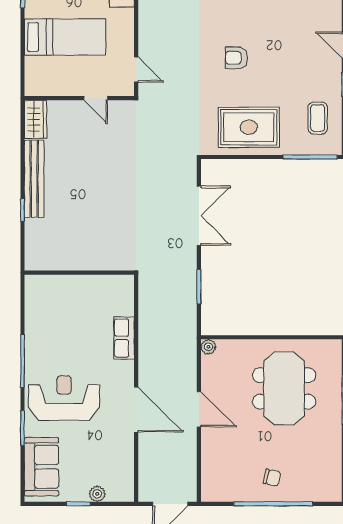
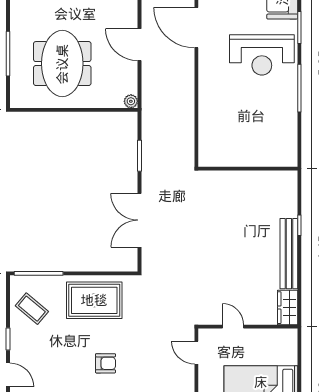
coffee table: (318, 118) -> (32, 309), turned -50
row of seats: (124, 338) -> (207, 109), removed
door: (136, 410) -> (196, 28), moved

